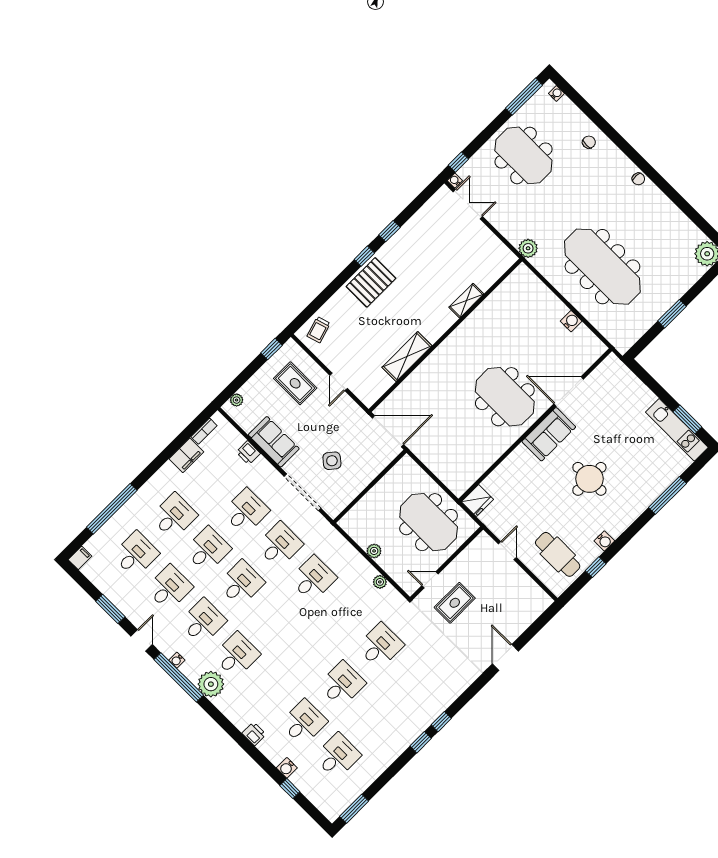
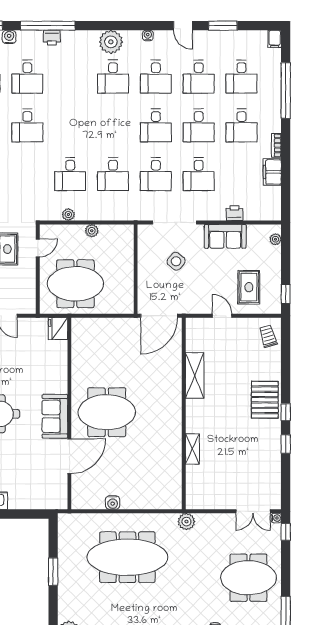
rug: (295, 383) -> (249, 287), turned 90
bookcase: (204, 431) -> (276, 145), moved
desk: (380, 646) -> (70, 174), moved
window: (179, 677) -> (48, 26), moved

